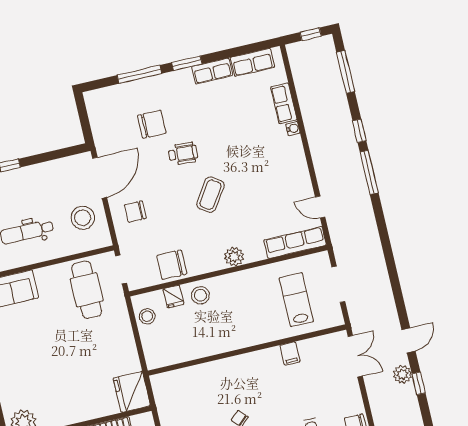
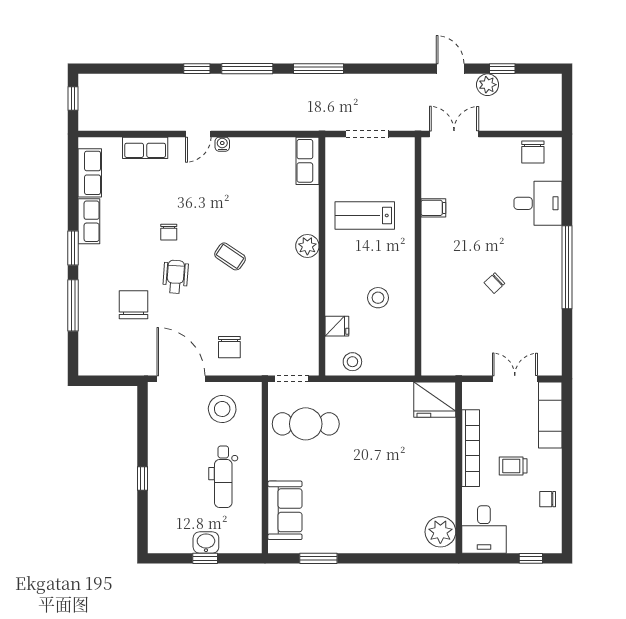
window: (346, 72) -> (319, 69), moved
water cooler: (293, 129) -> (222, 144), moved
coffee table: (210, 195) -> (230, 256), width x0.73, depth x0.77
door: (320, 207) -> (198, 134), moved
row of seats: (295, 242) -> (308, 161), width x0.68
chair: (172, 265) -> (169, 232), moved, width x0.54, depth x0.54
stool: (200, 295) -> (378, 298), moved
lab bench: (296, 300) -> (365, 215), moved

